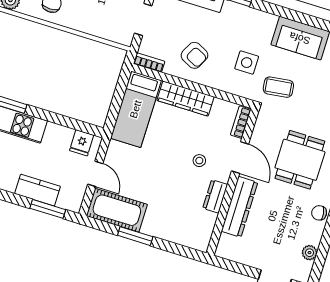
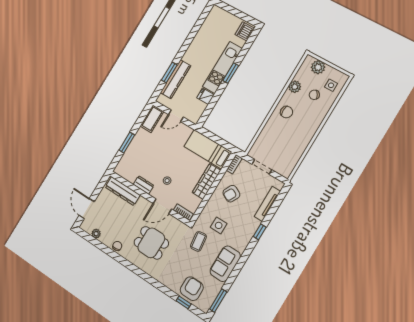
fridge: (82, 143) -> (206, 96), moved
kitchen counter: (38, 190) -> (176, 79), width x1.50
dresser: (240, 207) -> (123, 191), moved
window: (48, 209) -> (169, 73), moved
cot: (117, 210) -> (152, 119), width x0.73, depth x0.75
window: (135, 236) -> (127, 143), moved

